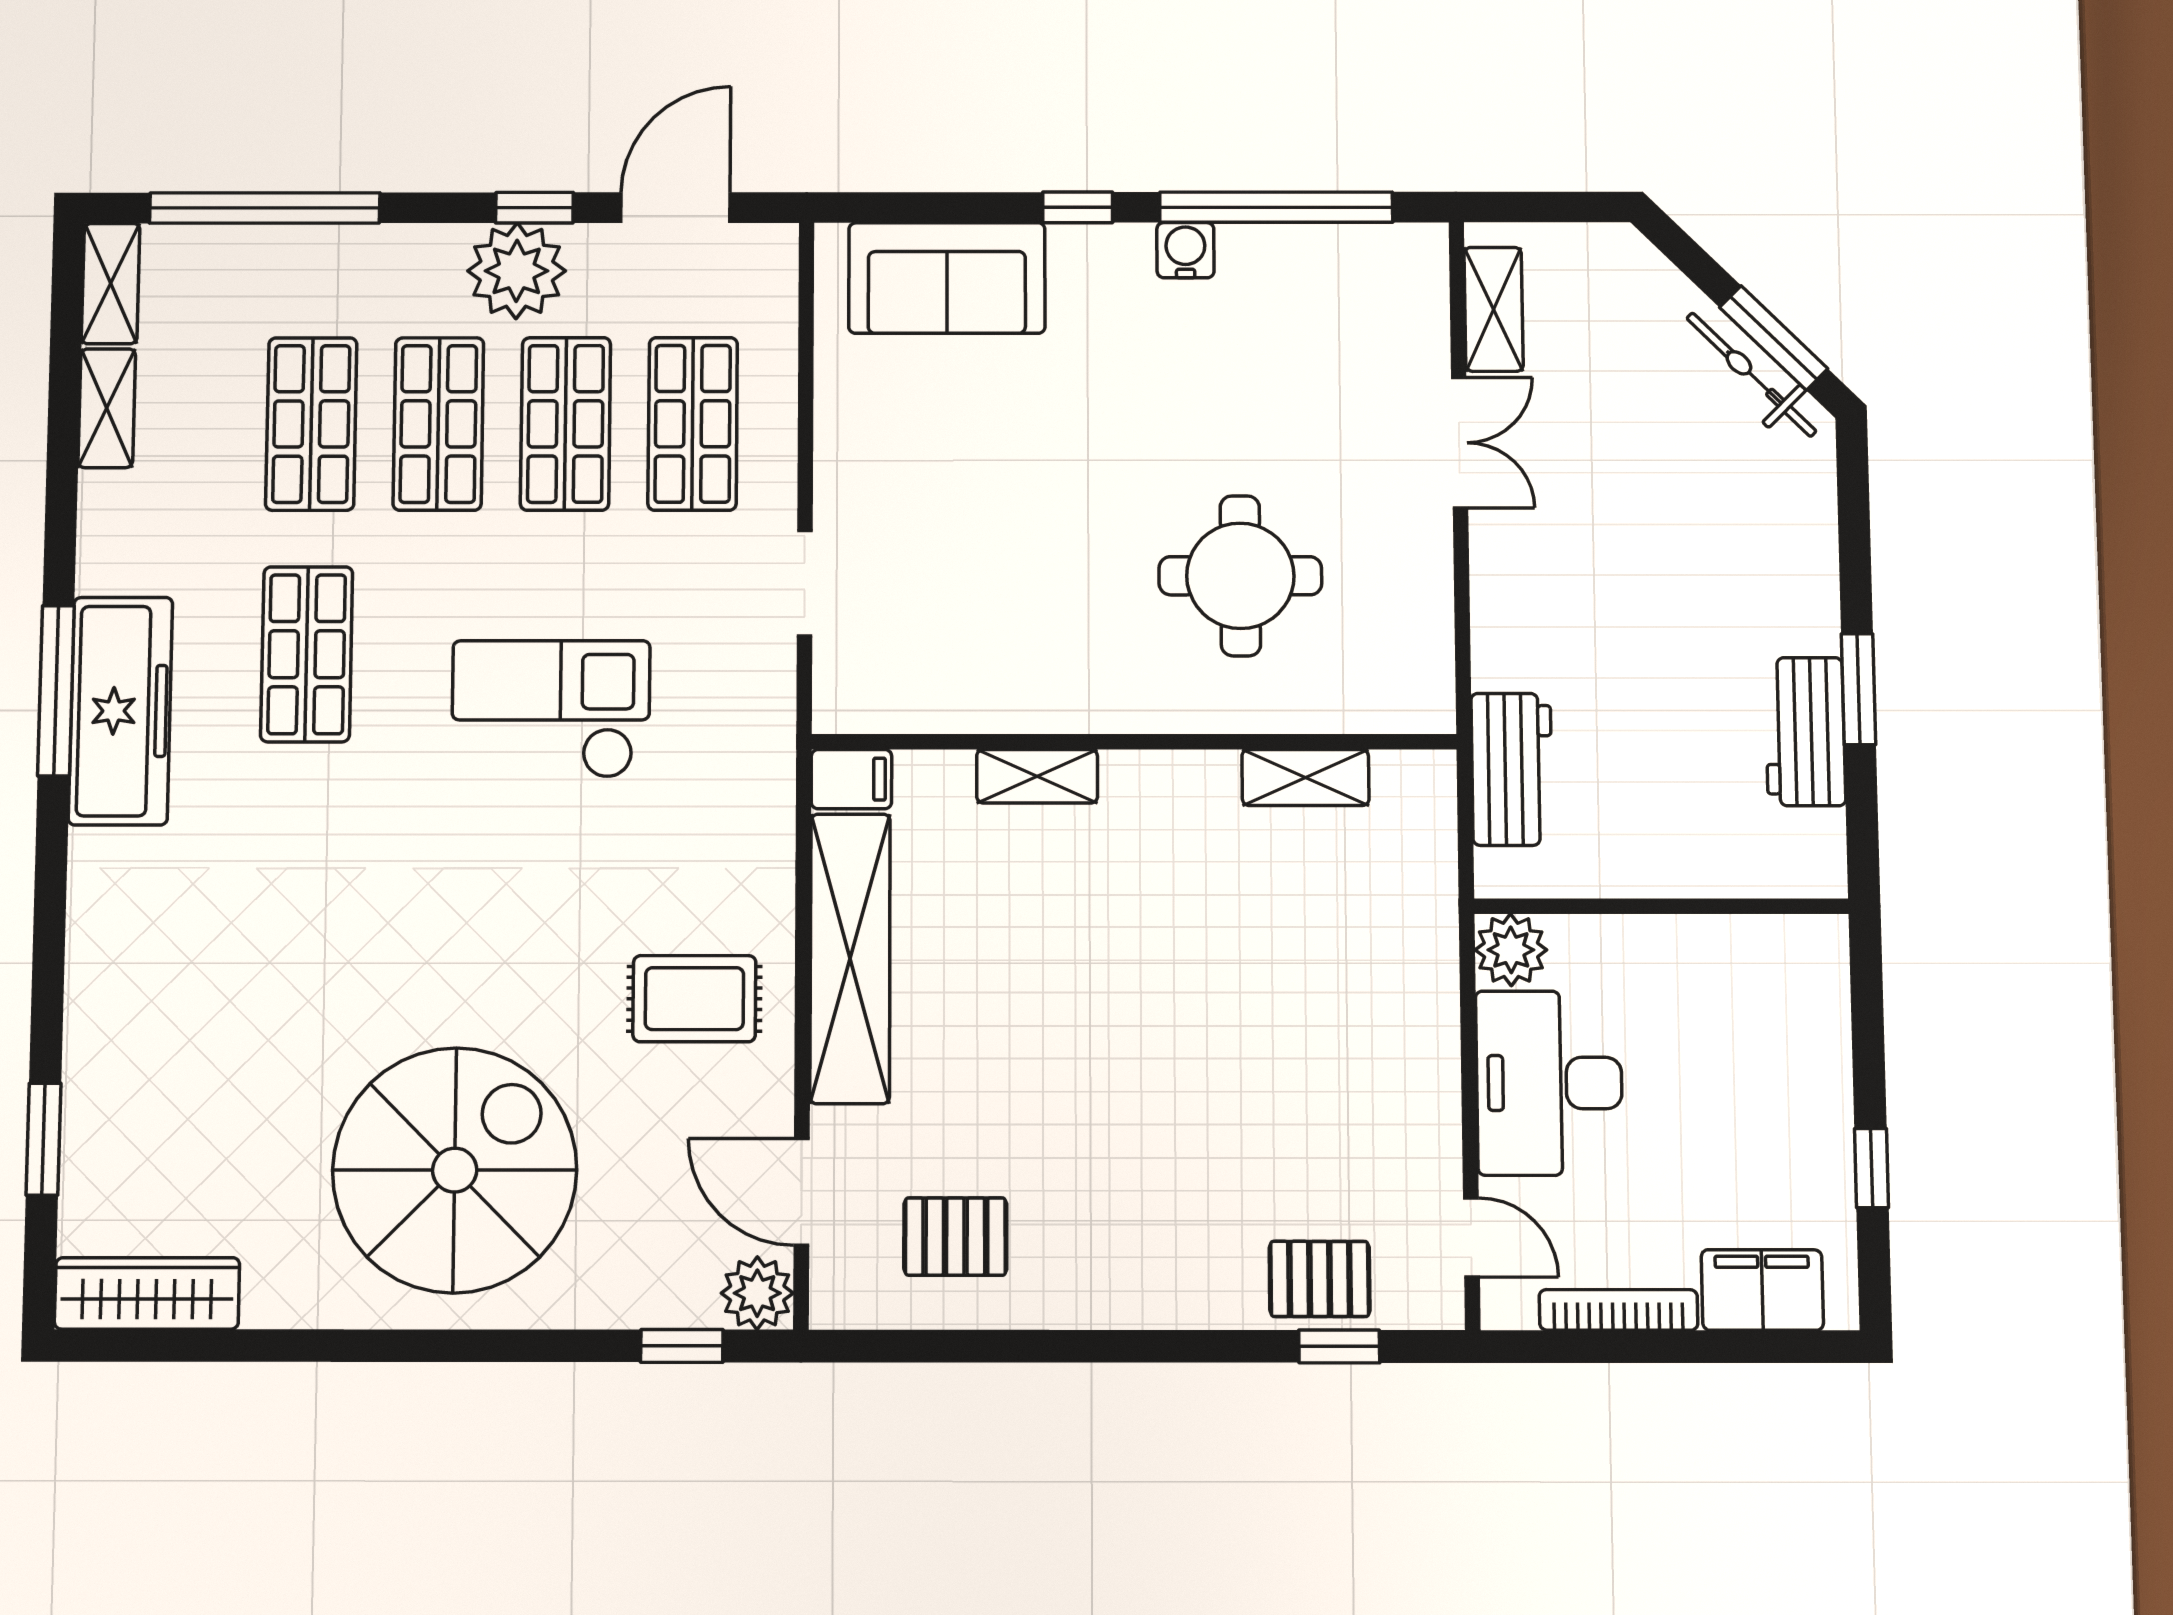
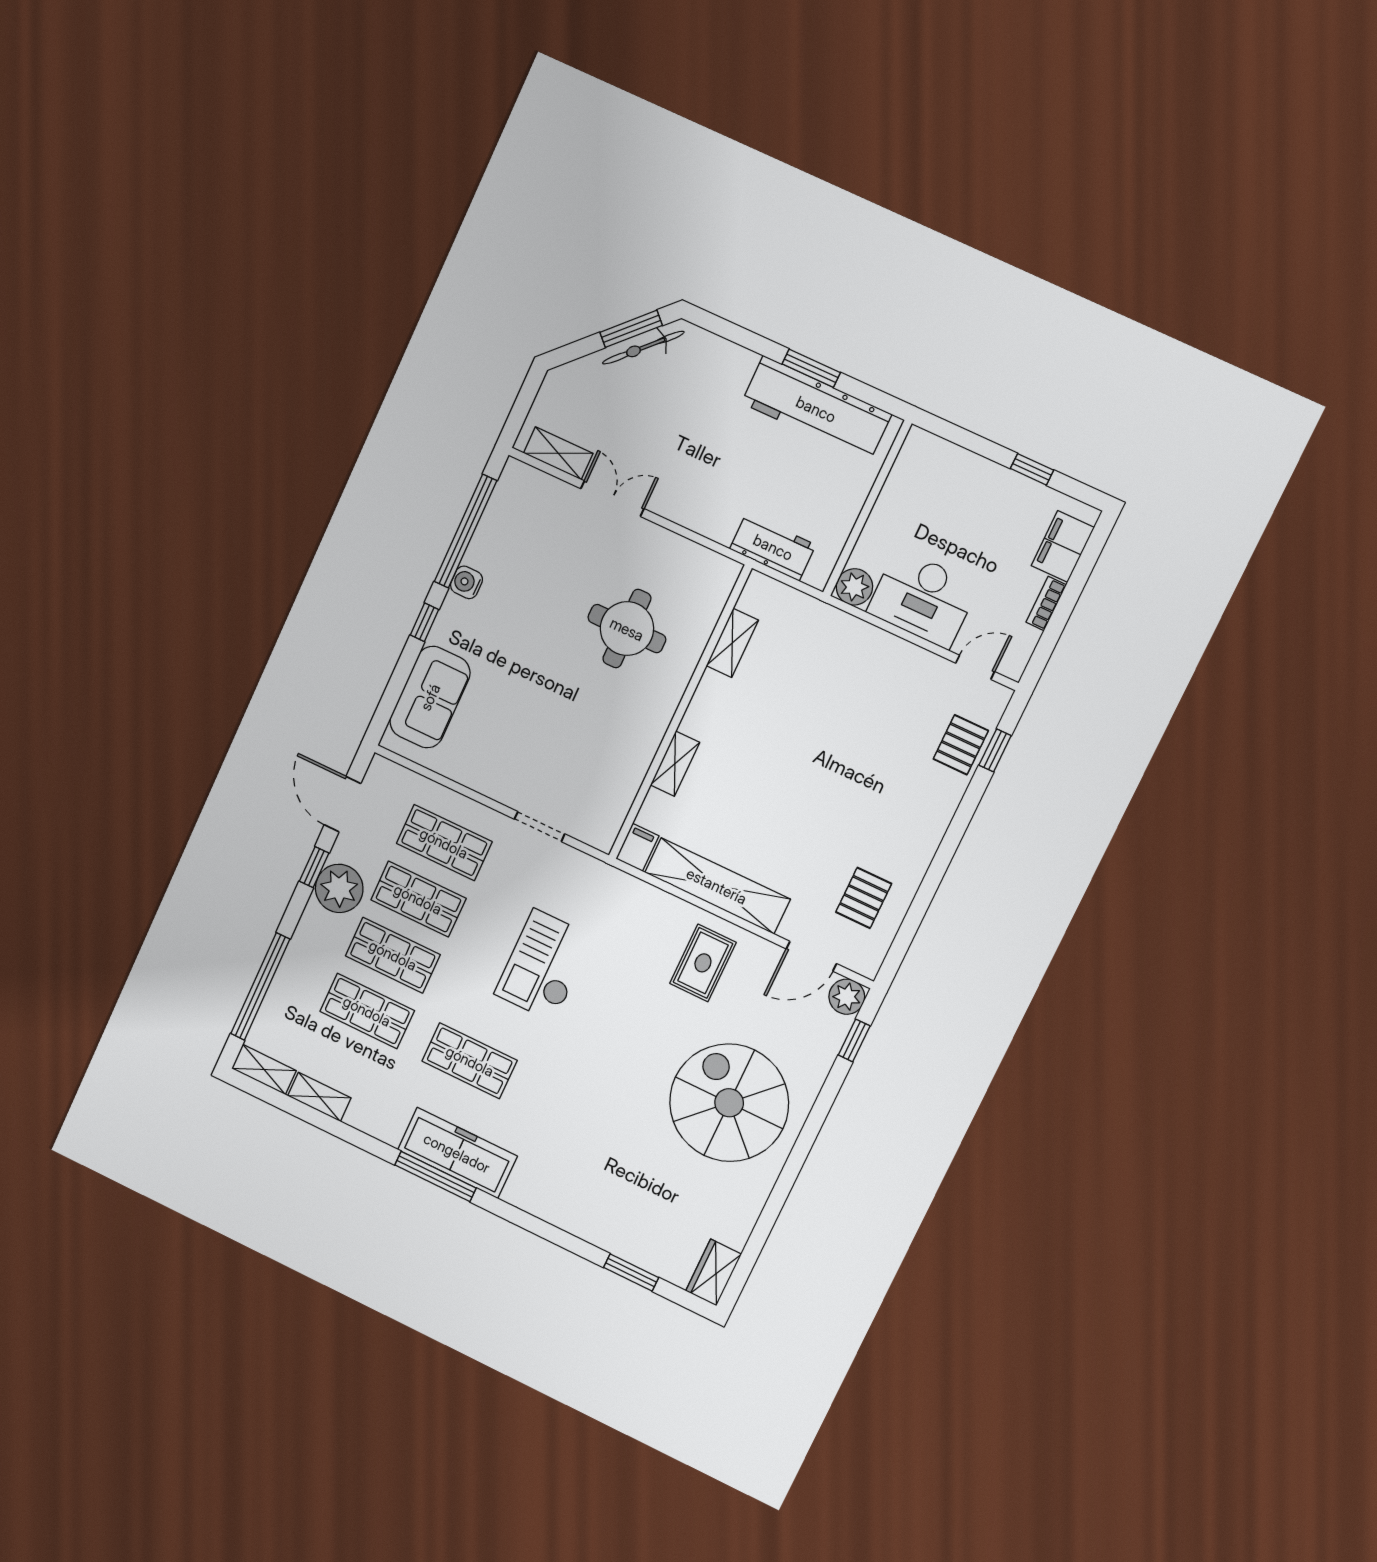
workbench: (1805, 732) -> (816, 409), width x1.88, depth x1.32
wardrobe: (147, 1293) -> (714, 1272), width x0.67
bookcase: (1618, 1310) -> (1046, 604), width x0.64

